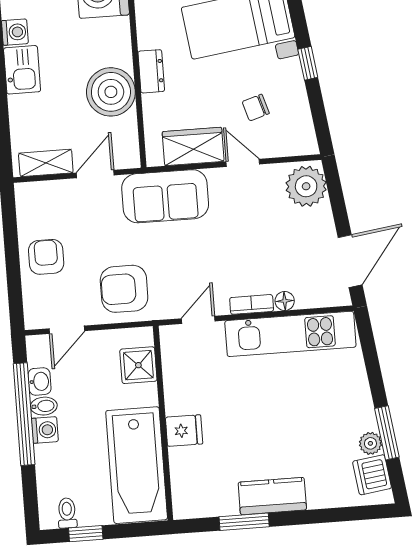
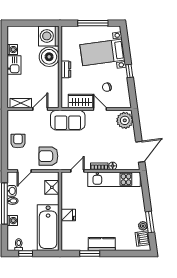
boiler: (111, 92) -> (49, 57), moved
washing machine: (45, 430) -> (12, 221), moved

